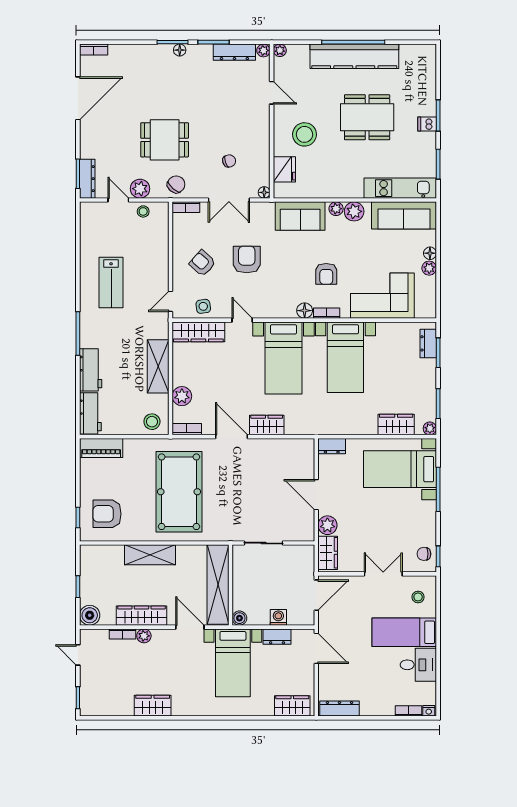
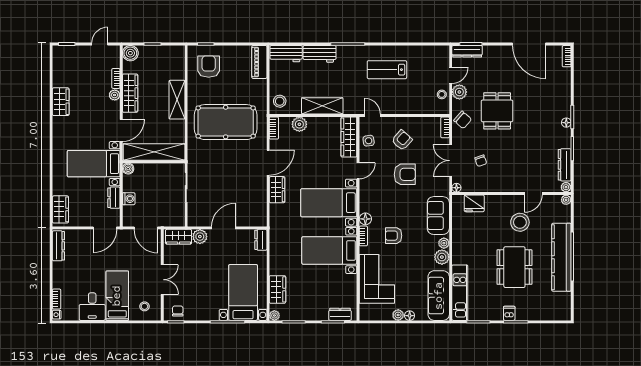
stool: (304, 134) -> (520, 222), moved

